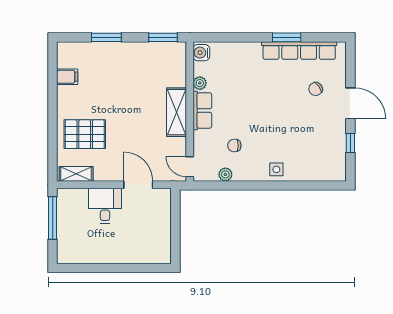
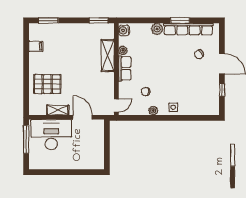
window: (106, 37) -> (48, 20), moved
plant: (252, 50) -> (157, 29), added
shelving: (177, 112) -> (108, 55), moved
door: (190, 167) -> (116, 105), swing flipped
shelving: (76, 174) -> (58, 110), moved
plant: (225, 174) -> (153, 111), moved
desk: (105, 206) -> (51, 135), width x1.87, depth x1.30

